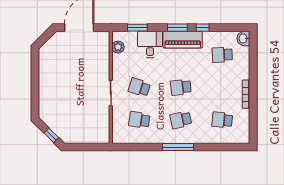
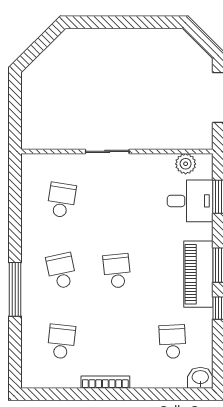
desk: (150, 44) -> (190, 201), moved
school desk: (139, 87) -> (117, 200), removed
window: (51, 135) -> (35, 50), removed
window: (178, 147) -> (15, 289), moved

